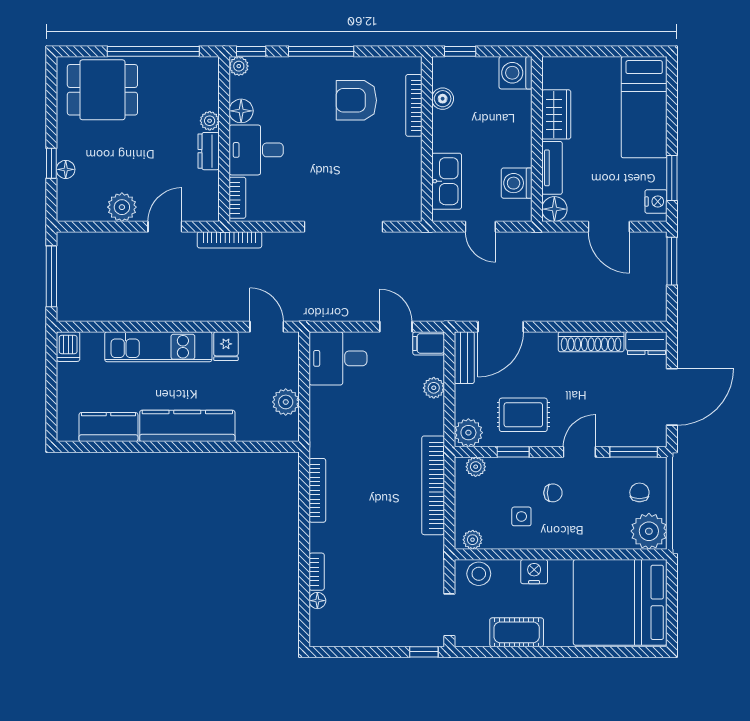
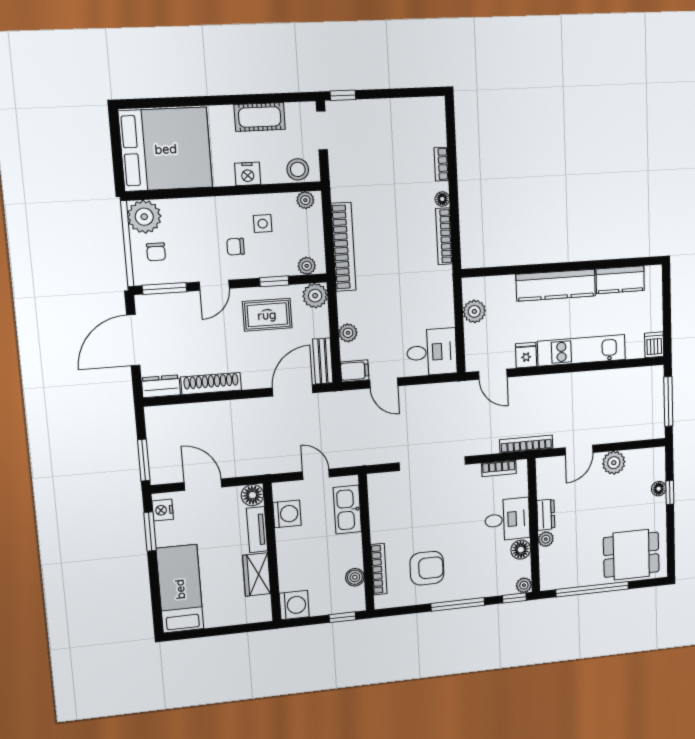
bookcase: (237, 198) -> (499, 468), moved, turned -90
floor lamp: (317, 601) -> (442, 199), moved

